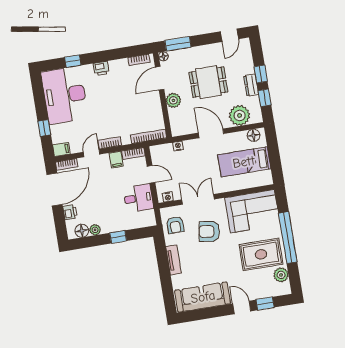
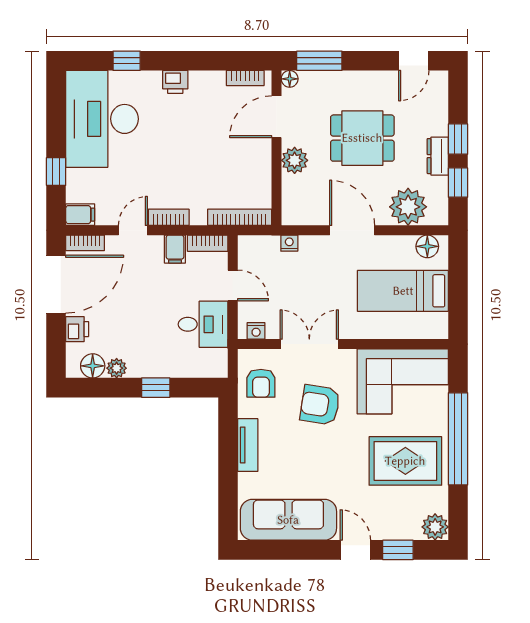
plant: (281, 275) -> (435, 527), moved

